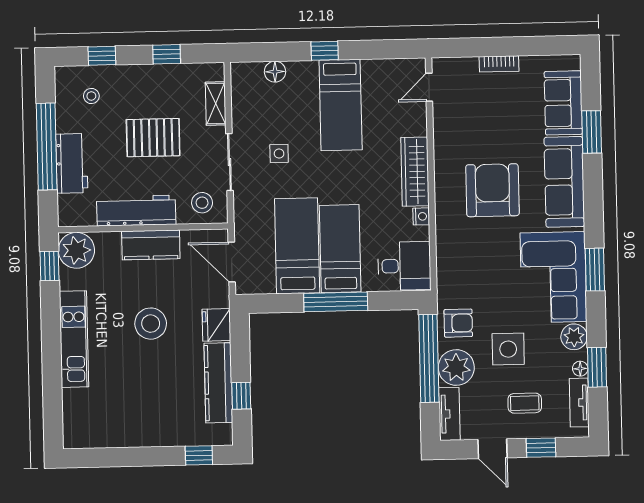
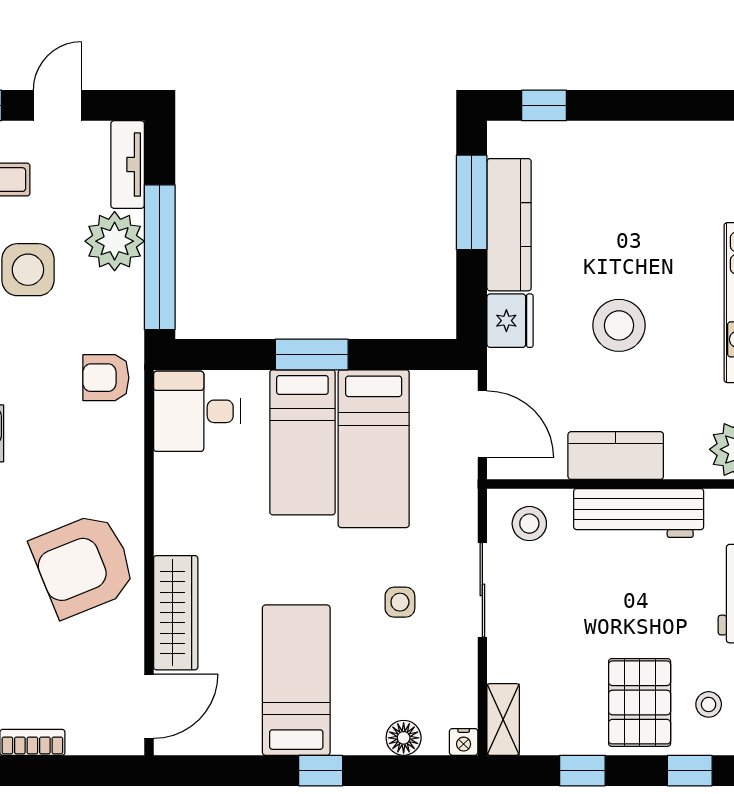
door: (429, 87) -> (149, 706), width x1.38
shelving: (216, 103) -> (503, 719), moved
pallet: (153, 138) -> (640, 702), moved, turned 90
wardrobe: (415, 172) -> (176, 613), moved
armchair: (492, 190) -> (83, 565), moved, turned 68
nightstand: (421, 216) -> (464, 742), moved, turned -90
window: (336, 302) -> (312, 354), width x0.69
armchair: (458, 323) -> (106, 378), moved
window: (241, 396) -> (472, 202), width x2.17
door: (493, 449) -> (57, 105), hinge flipped

